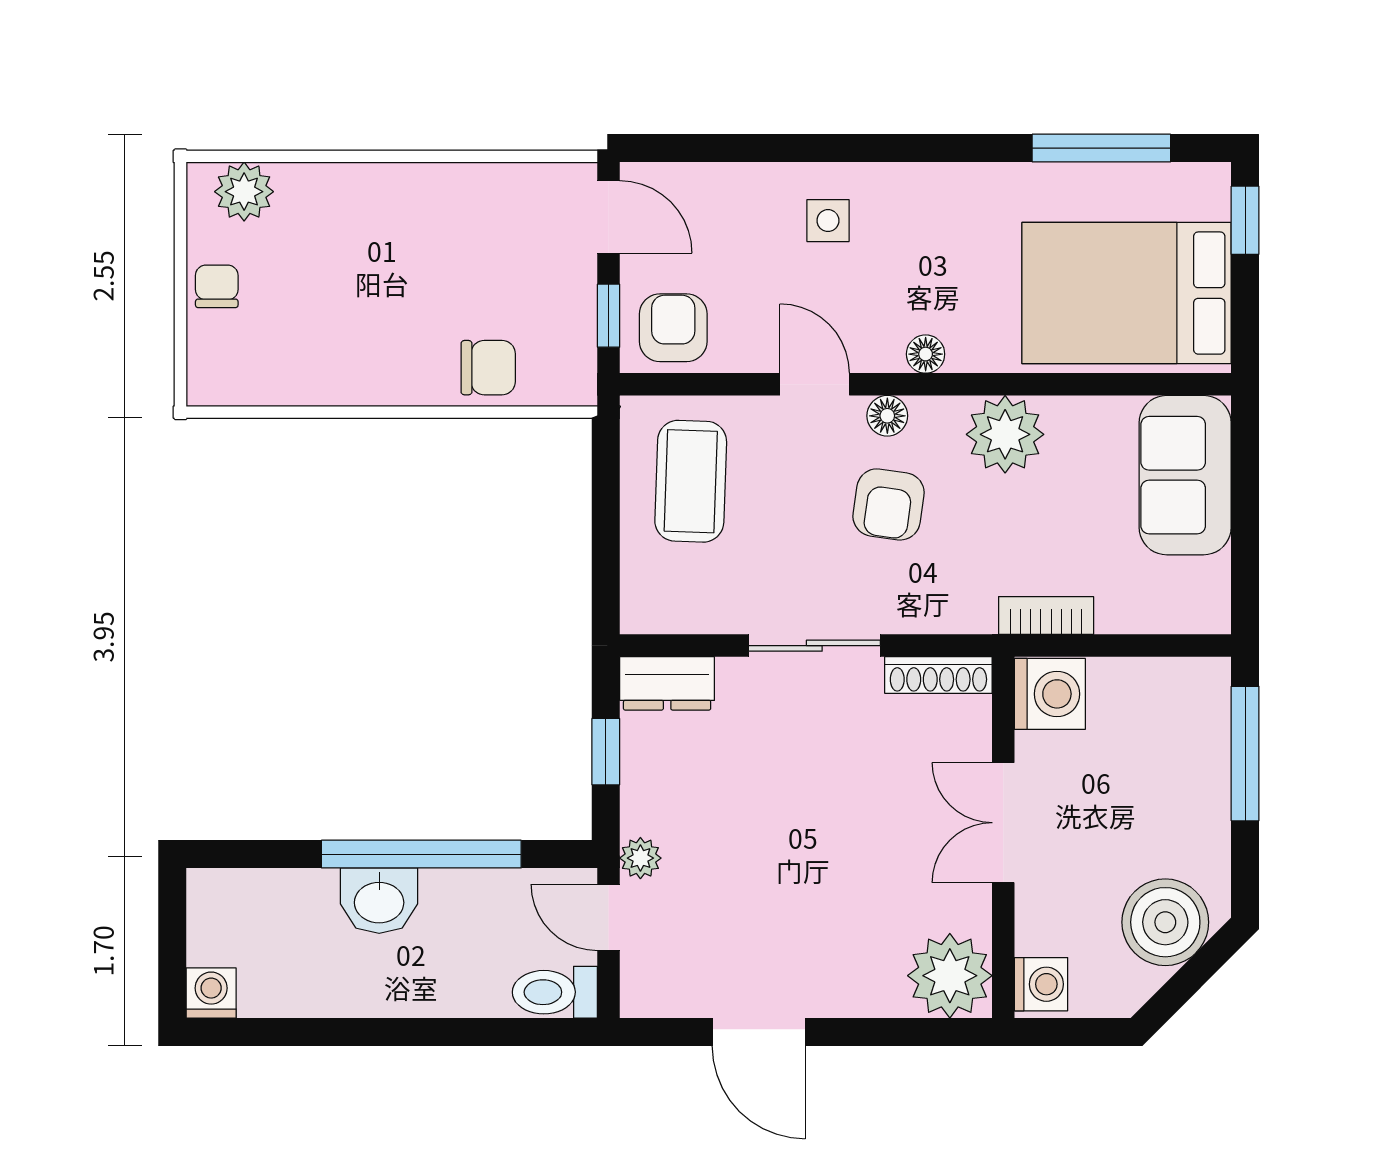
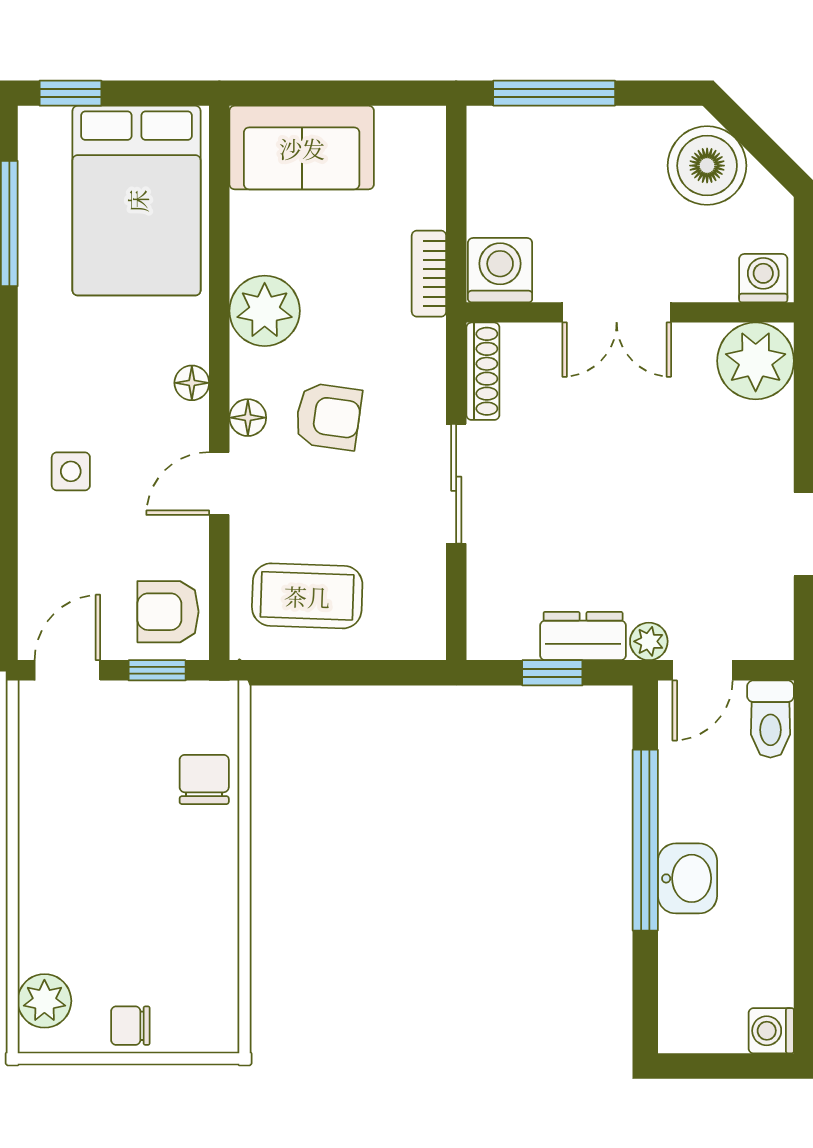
dresser: (667, 683) -> (583, 636), moved, turned -90

